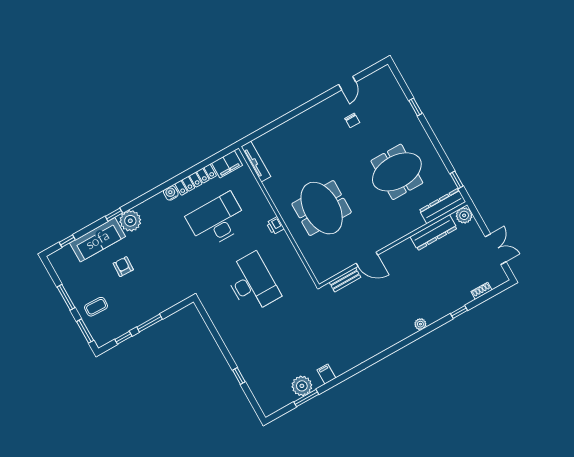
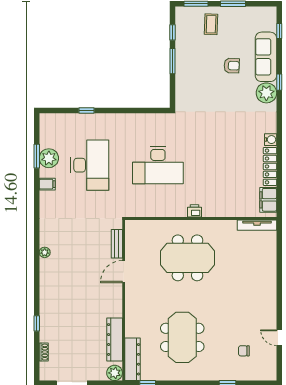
chair: (352, 120) -> (244, 351), moved
desk: (217, 221) -> (90, 165), moved
plant: (420, 324) -> (45, 252), moved

